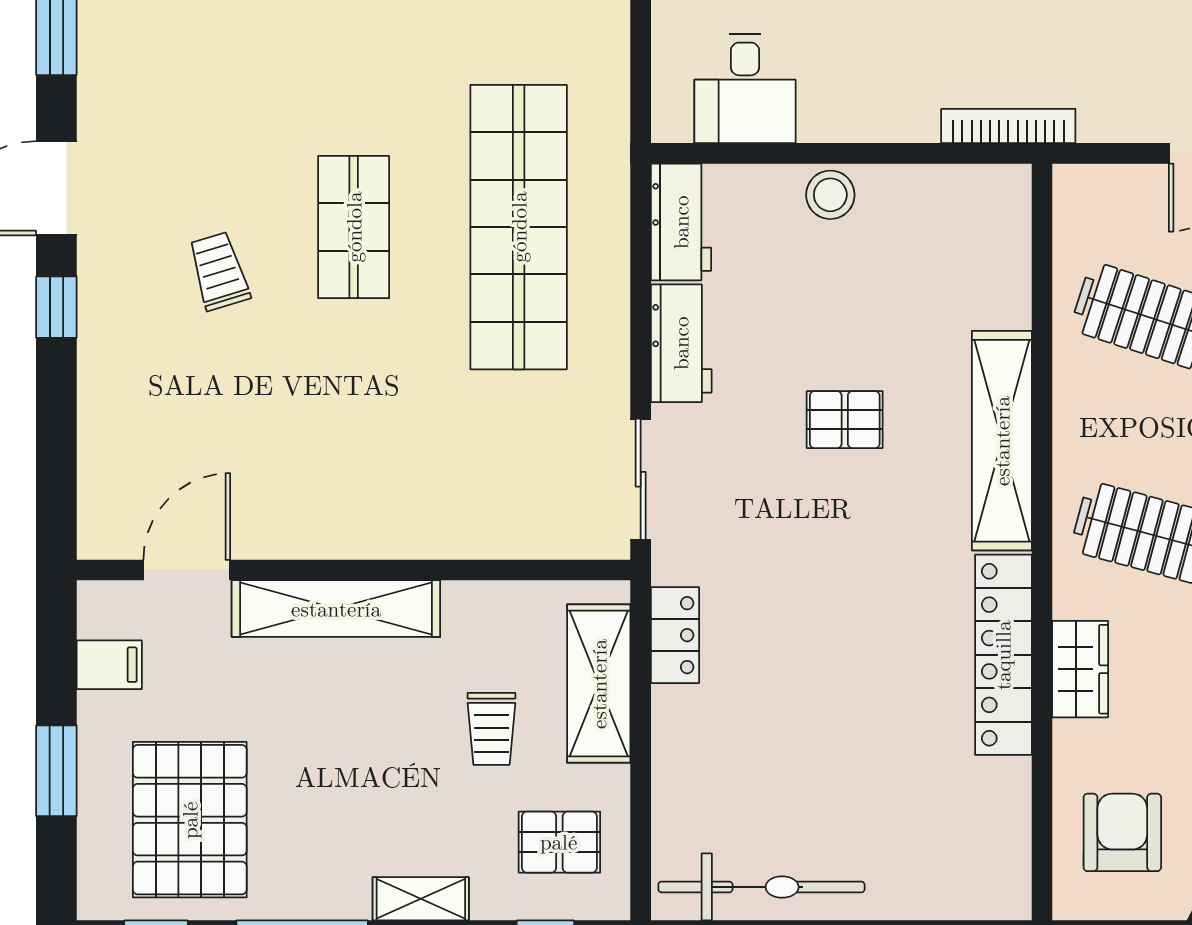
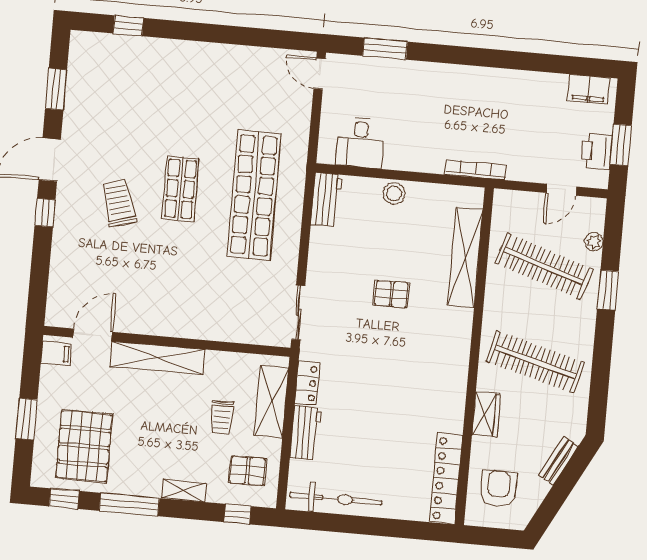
trolley: (219, 271) -> (119, 203), width x1.36, depth x1.39
workbench: (681, 343) -> (306, 433), moved
shelving: (1002, 441) -> (465, 258), moved
locker: (1003, 655) -> (446, 479), moved
filing cabinet: (109, 665) -> (56, 353), moved

